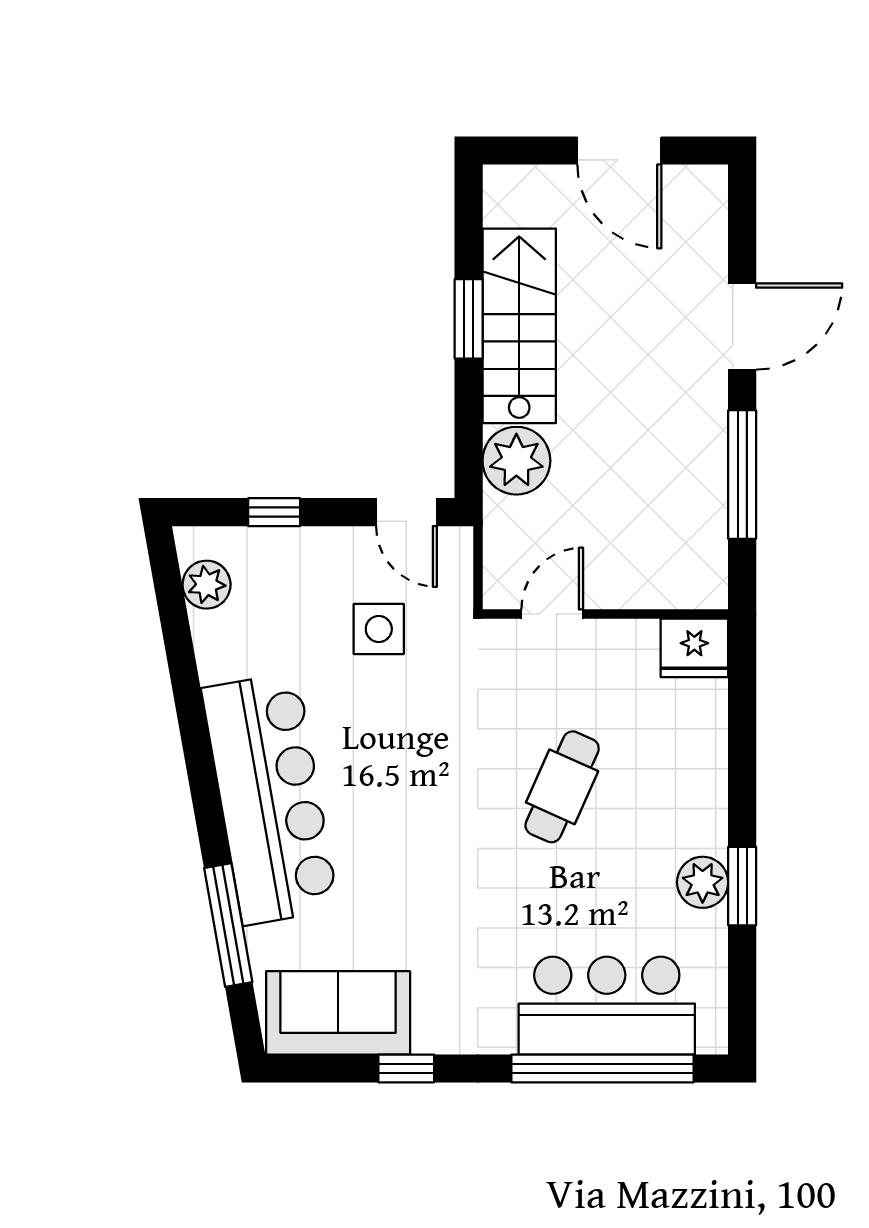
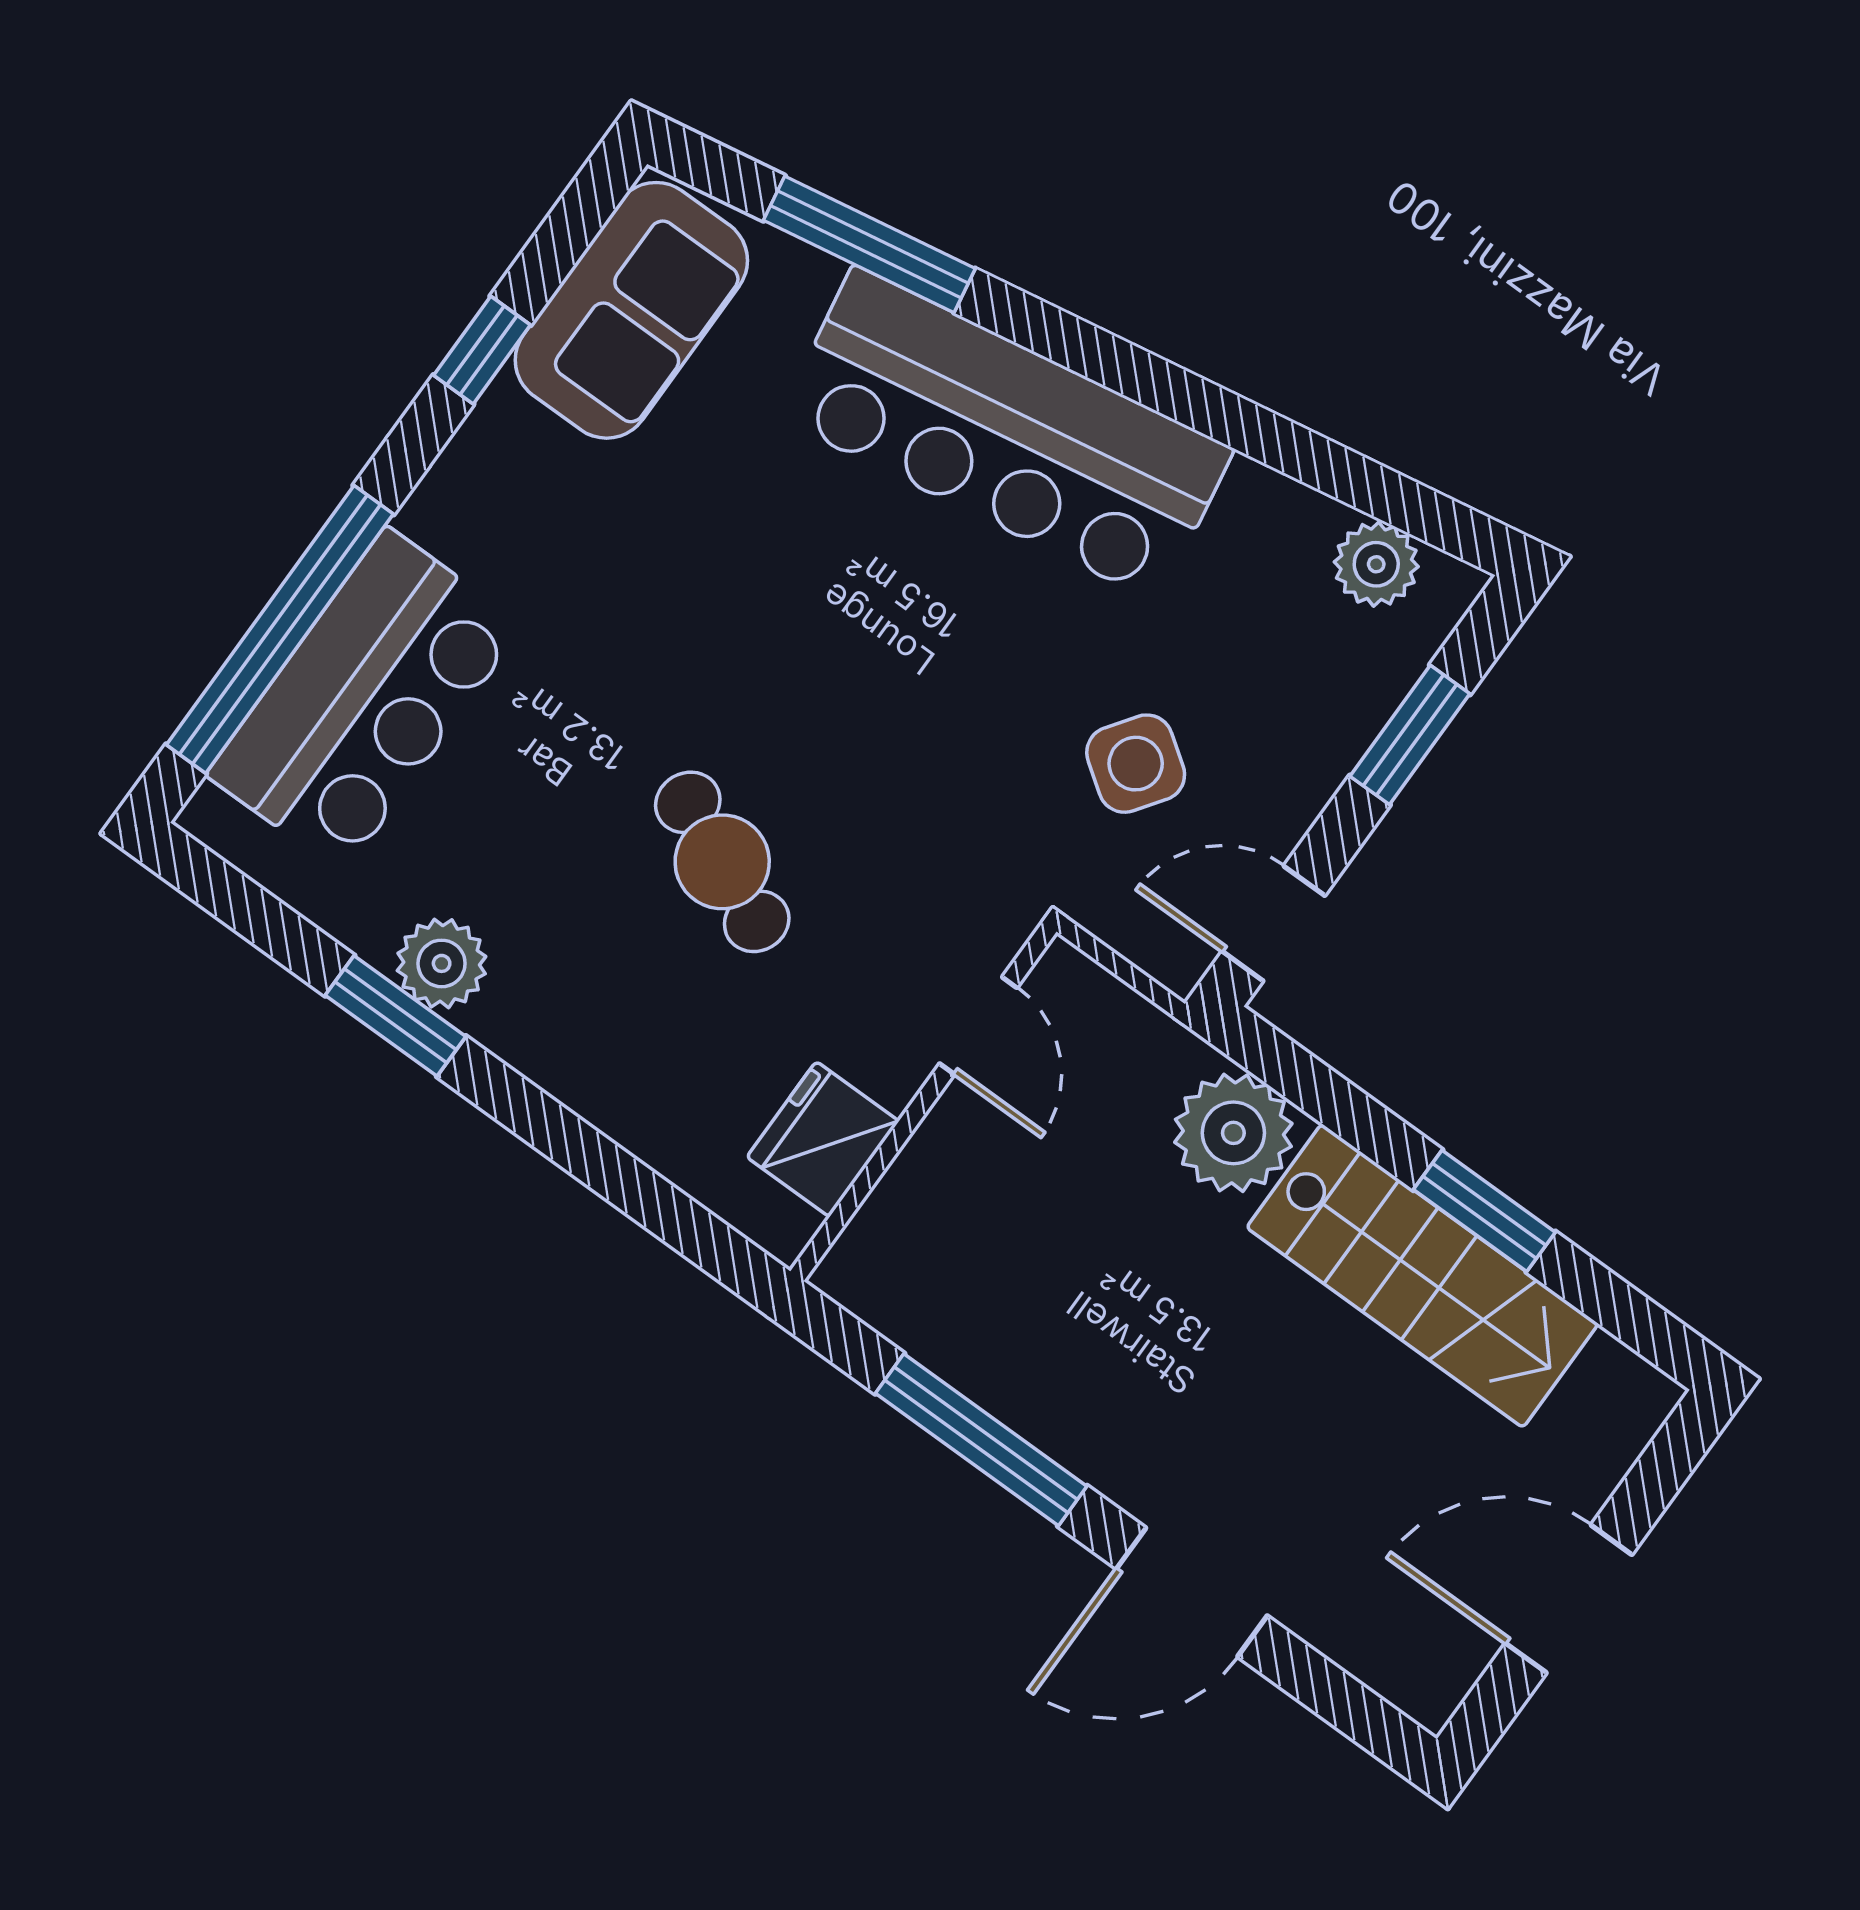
door: (742, 327) -> (1192, 1592), hinge flipped
window: (274, 512) -> (1410, 735), width x1.50
side table: (379, 629) -> (1136, 764), turned 35
fridge: (694, 648) -> (823, 1139), moved

